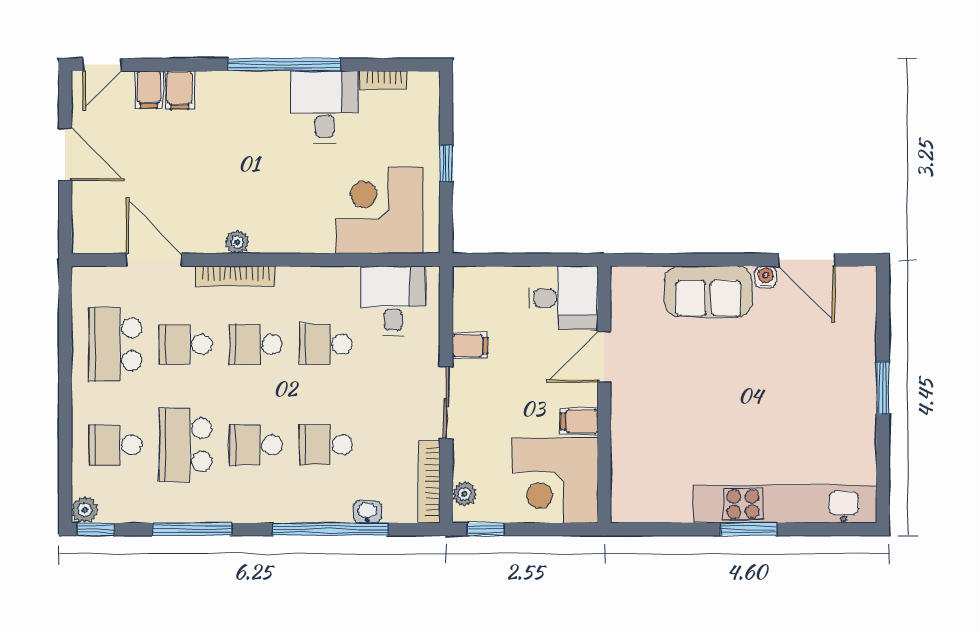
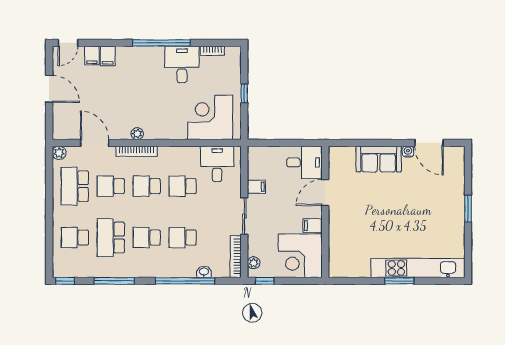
plant: (85, 510) -> (59, 153), moved

